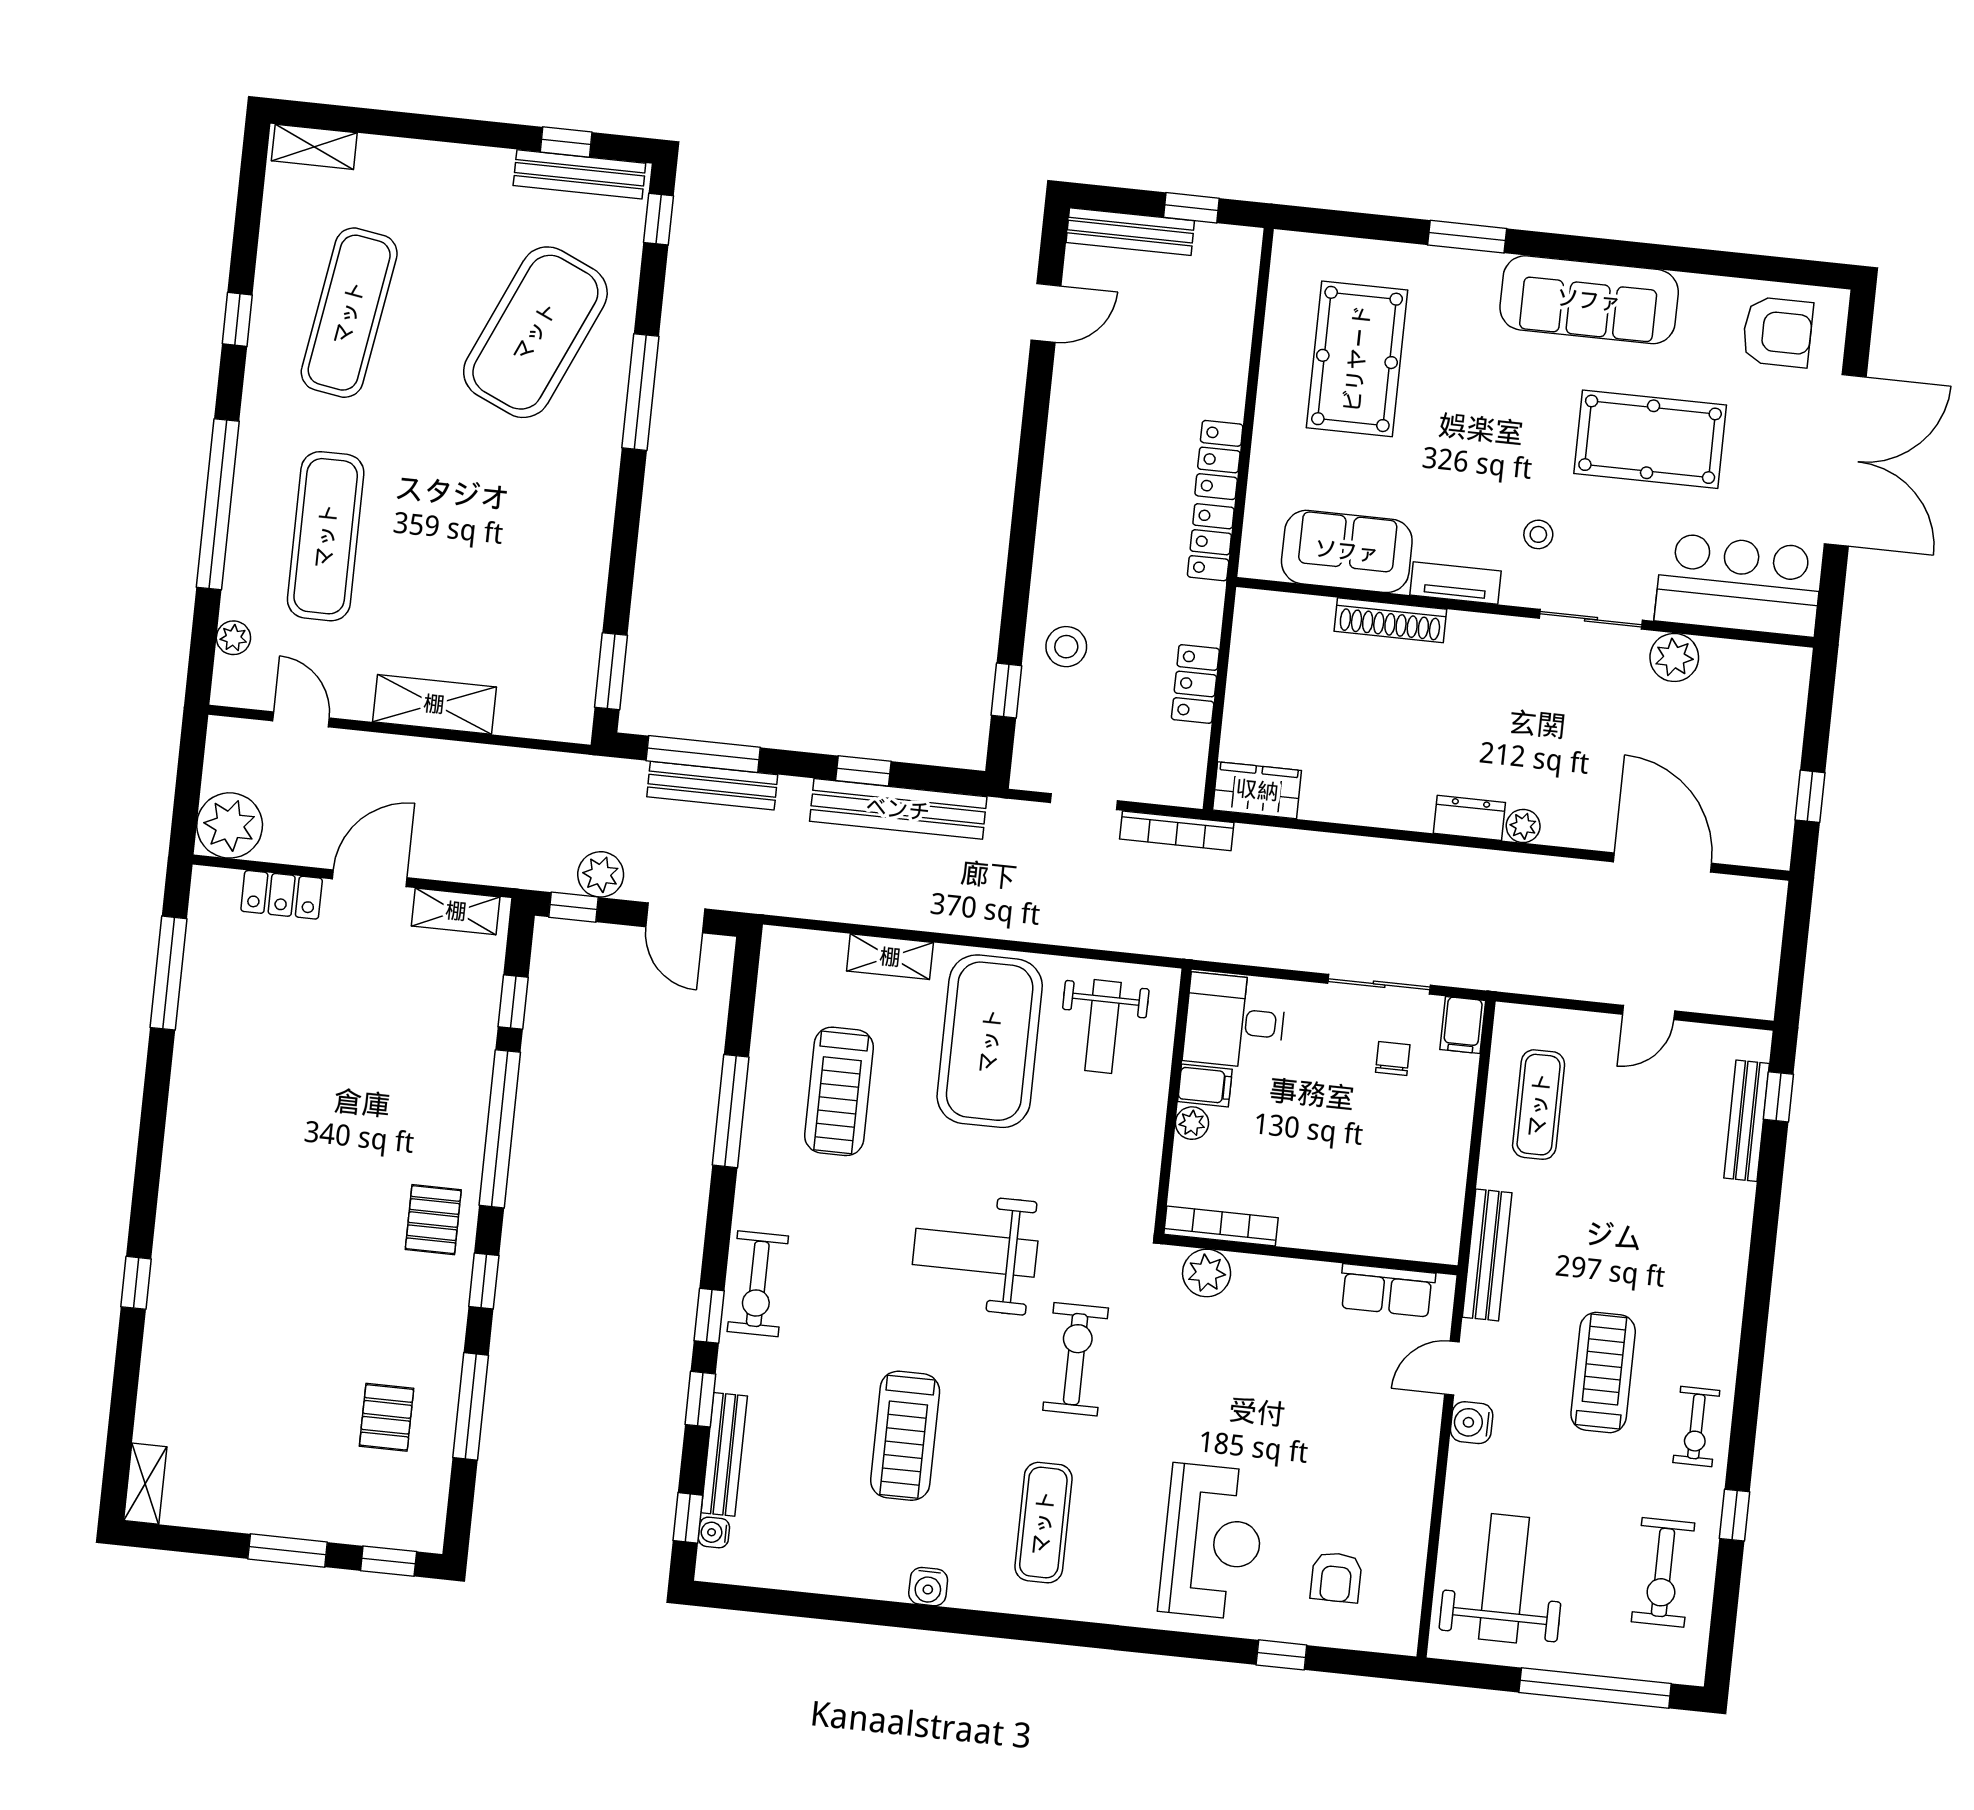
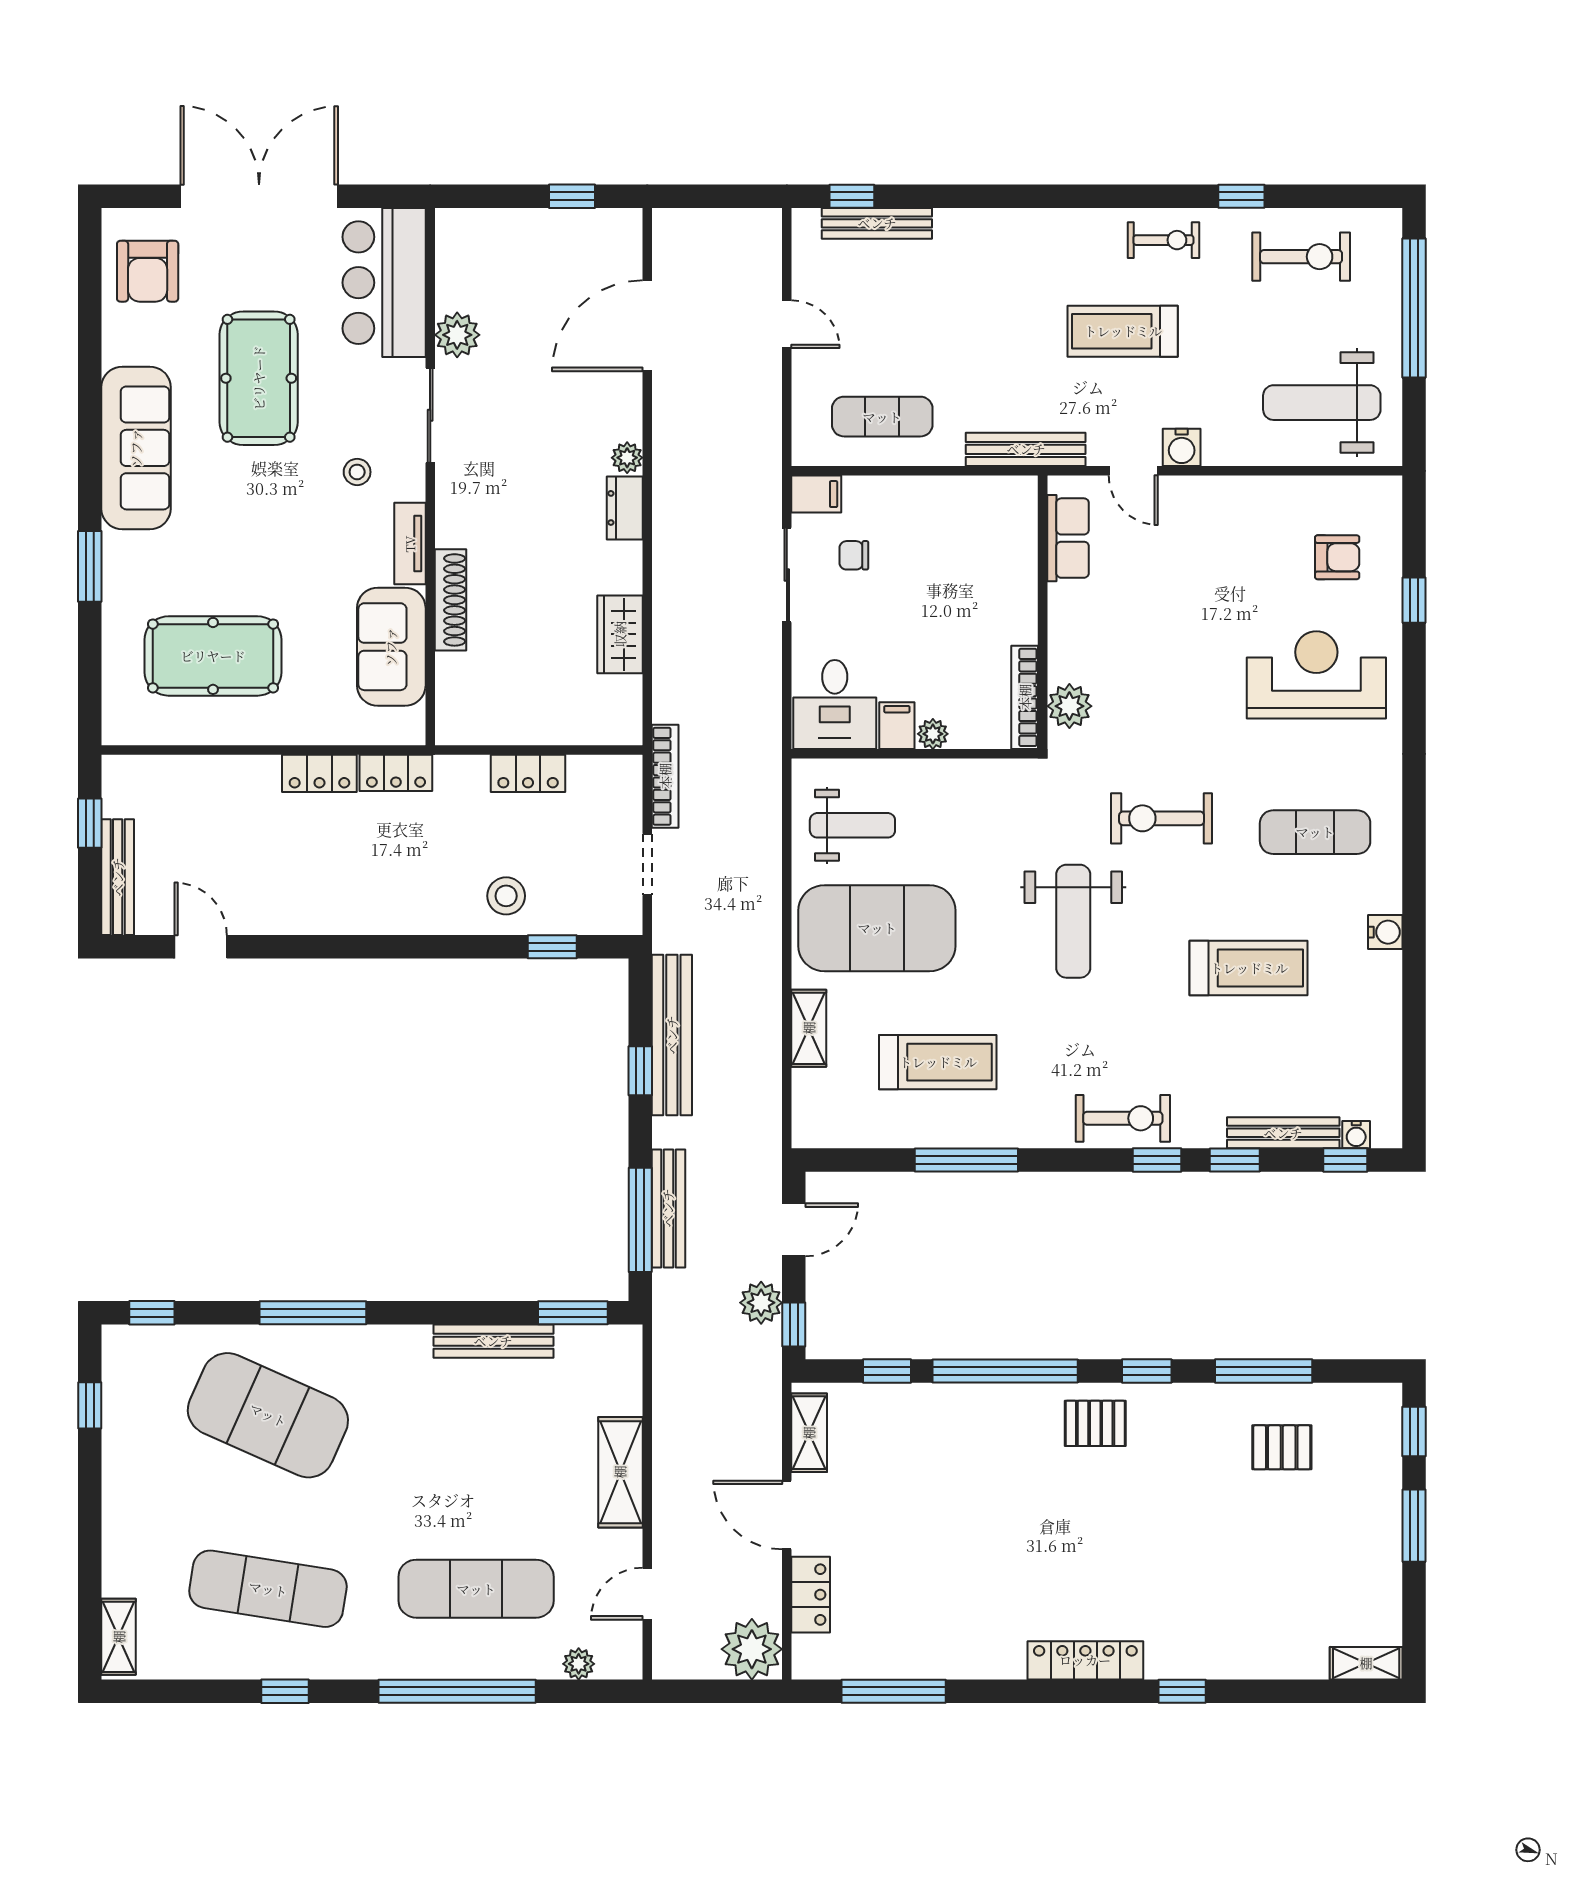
bench: (579, 174) -> (493, 1341), moved, turned 90
armchair: (1778, 332) -> (148, 271), turned 180
wardrobe: (1257, 790) -> (620, 634), moved
locker: (180, 1182) -> (1085, 1660), added

